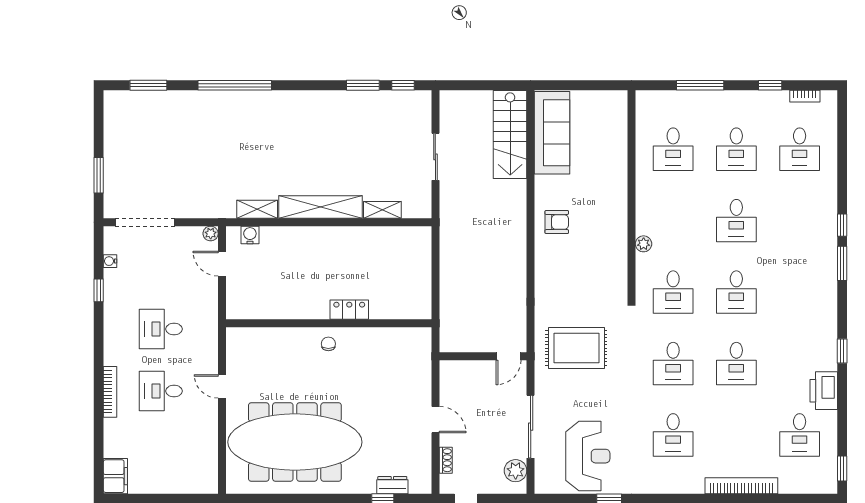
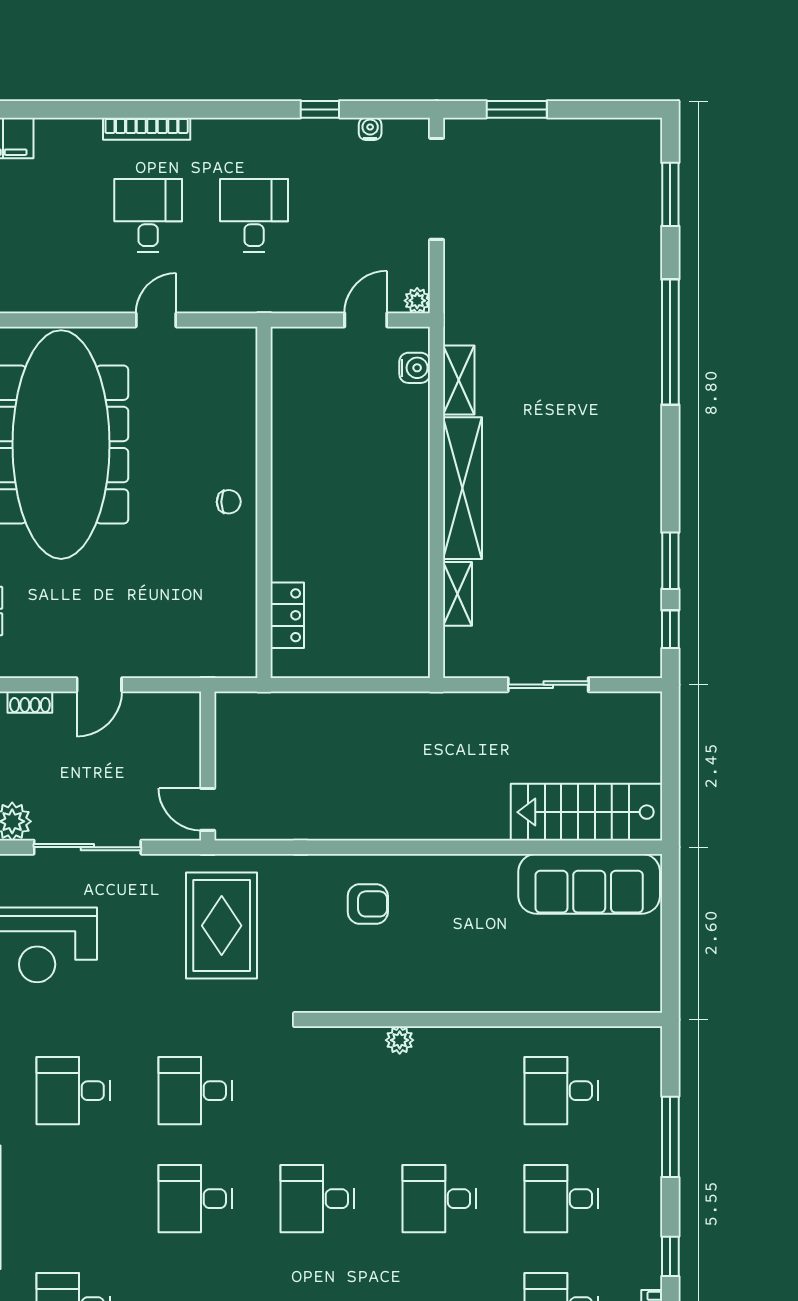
armchair: (557, 222) -> (368, 904), moved, turned -90
desk: (673, 292) -> (317, 1091), removed
locker: (349, 310) -> (287, 615), moved

